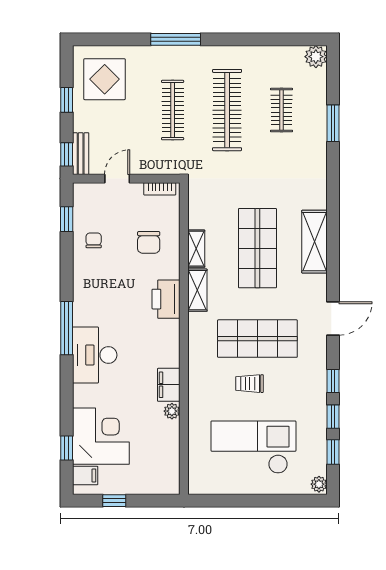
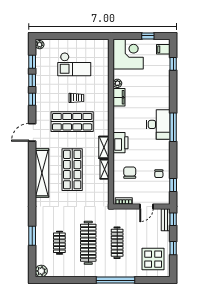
window: (176, 39) -> (115, 280), width x1.46
shelving: (314, 242) -> (42, 173), width x1.47
desk: (95, 355) -> (158, 124), moved
corner desk: (101, 436) -> (128, 54), moved, turned 180
checkout: (253, 447) -> (74, 64), width x0.73, depth x0.83

